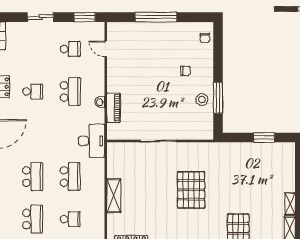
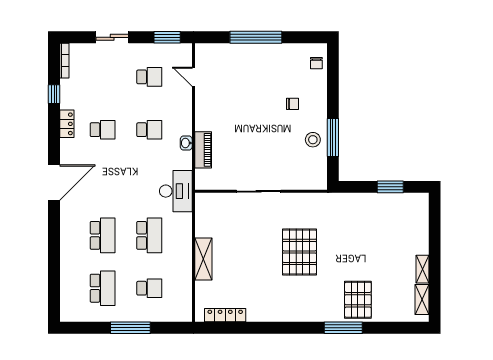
school desk: (70, 92) -> (149, 130), width x0.54

